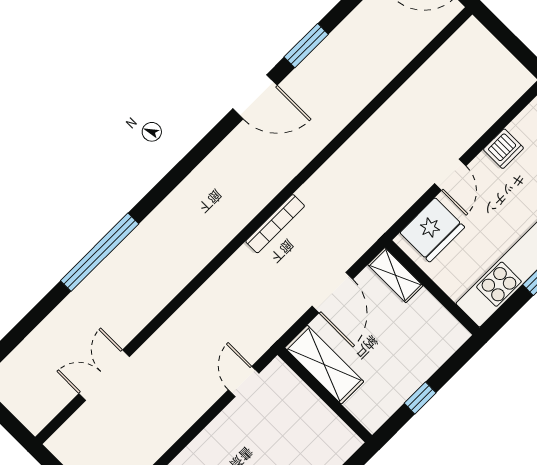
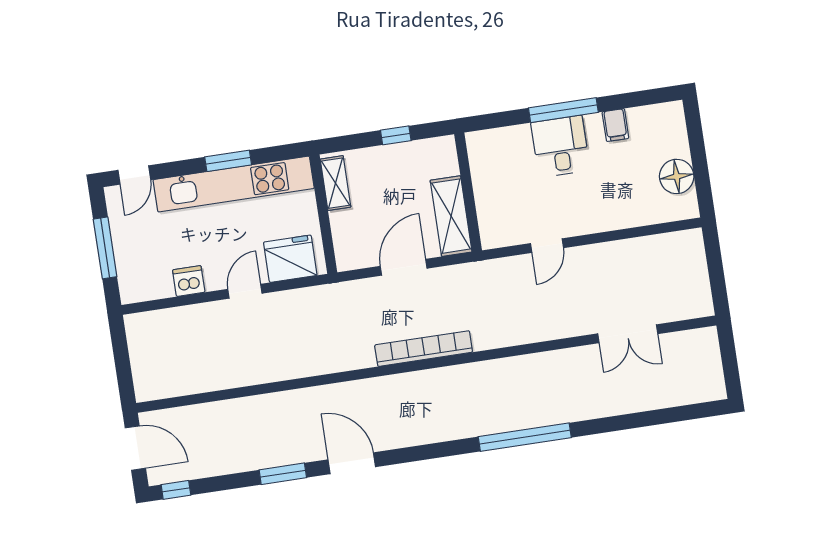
bookcase: (275, 224) -> (424, 349), width x1.48, depth x1.31
window: (100, 252) -> (525, 437), moved
shelving: (395, 275) -> (335, 183), moved
door: (244, 381) -> (547, 246), moved

